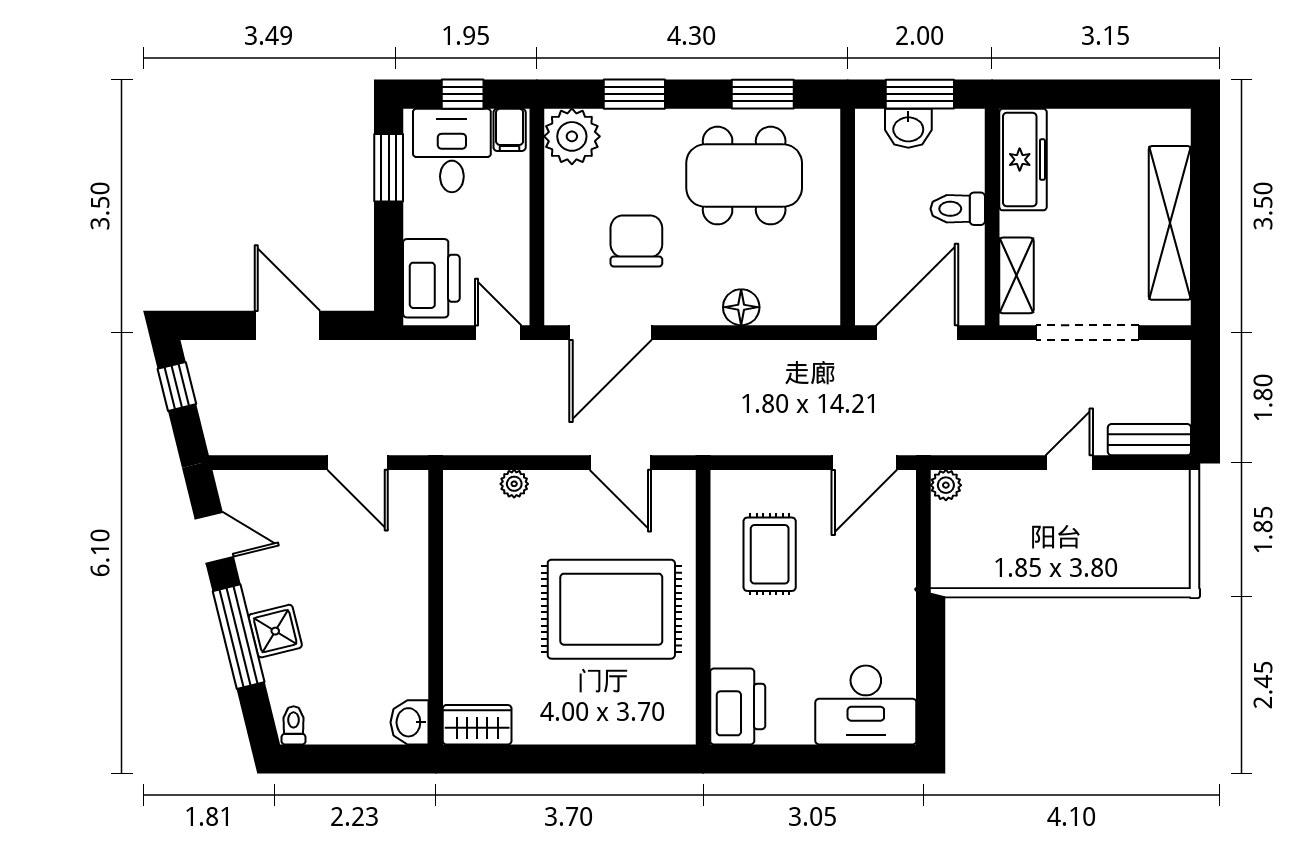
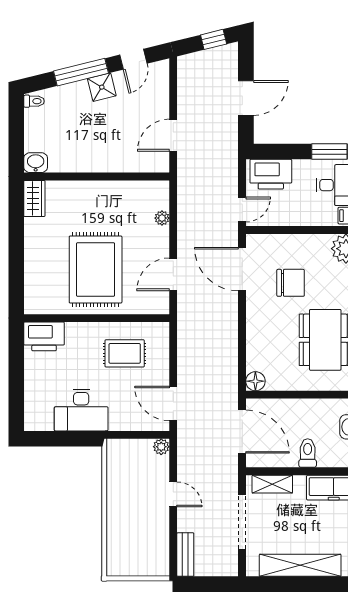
floor lamp: (741, 307) -> (255, 381), moved
door: (1069, 463) -> (173, 494), moved
shower: (275, 631) -> (102, 87), moved
desk: (866, 705) -> (81, 410), moved, turned -90

